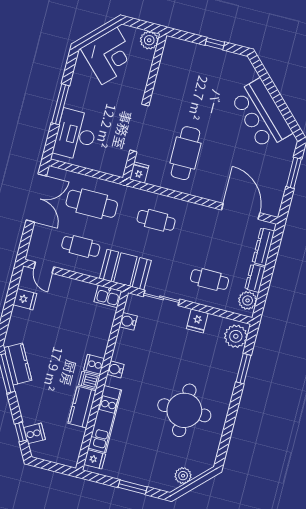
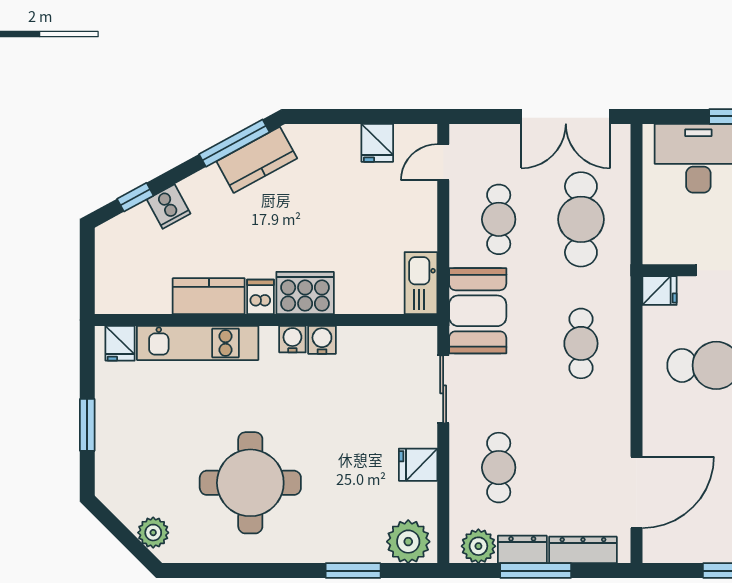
window: (268, 274) -> (536, 571), added
kitchen sink: (108, 296) -> (421, 283), width x1.38
water cooler: (128, 321) -> (322, 340), moved
cooker: (94, 364) -> (305, 293), width x1.87, depth x1.31
cooker: (35, 433) -> (169, 206), moved
plant: (183, 476) -> (153, 533), moved

